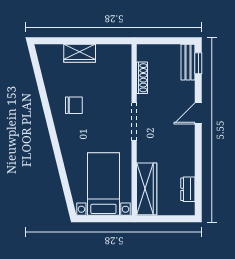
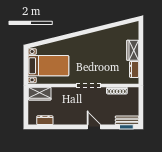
dresser: (109, 51) -> (134, 69), added
chair: (74, 105) -> (99, 47), removed
wardrobe: (147, 189) -> (40, 94), width x0.67

